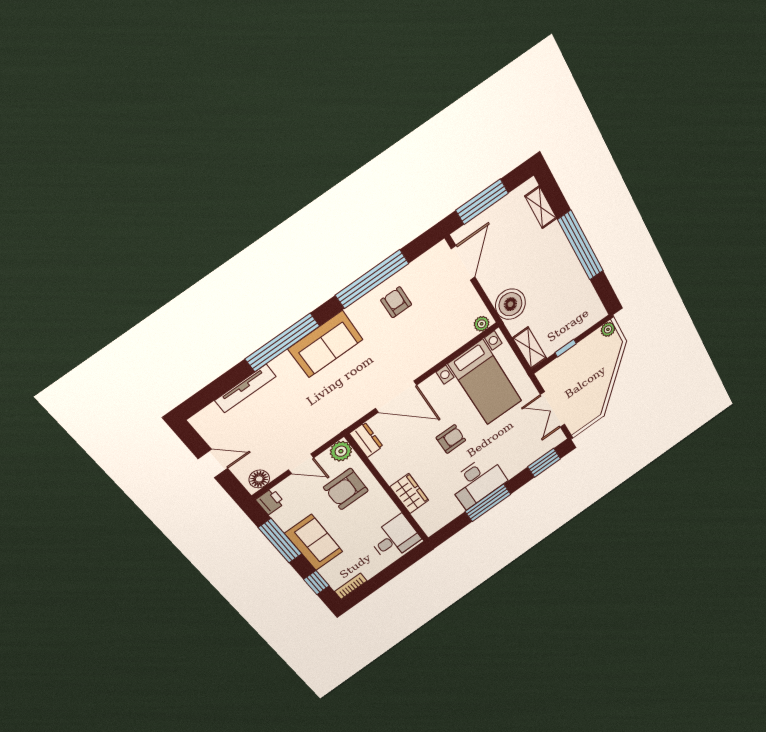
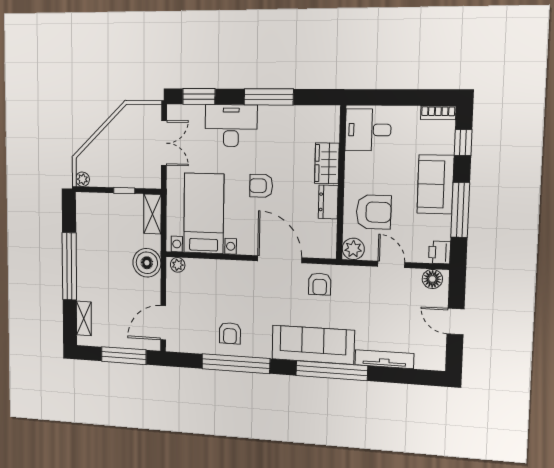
sofa: (326, 344) -> (313, 345), width x1.36
armchair: (348, 404) -> (320, 284), added
dresser: (366, 440) -> (328, 202), moved
desk: (478, 482) -> (231, 126), moved

